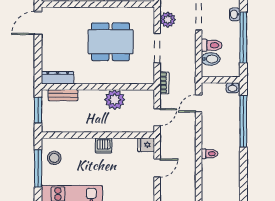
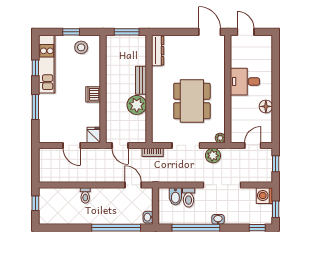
plant: (149, 12) -> (220, 138), added
bench: (63, 95) -> (141, 80), moved
window: (38, 168) -> (71, 32), width x0.46

